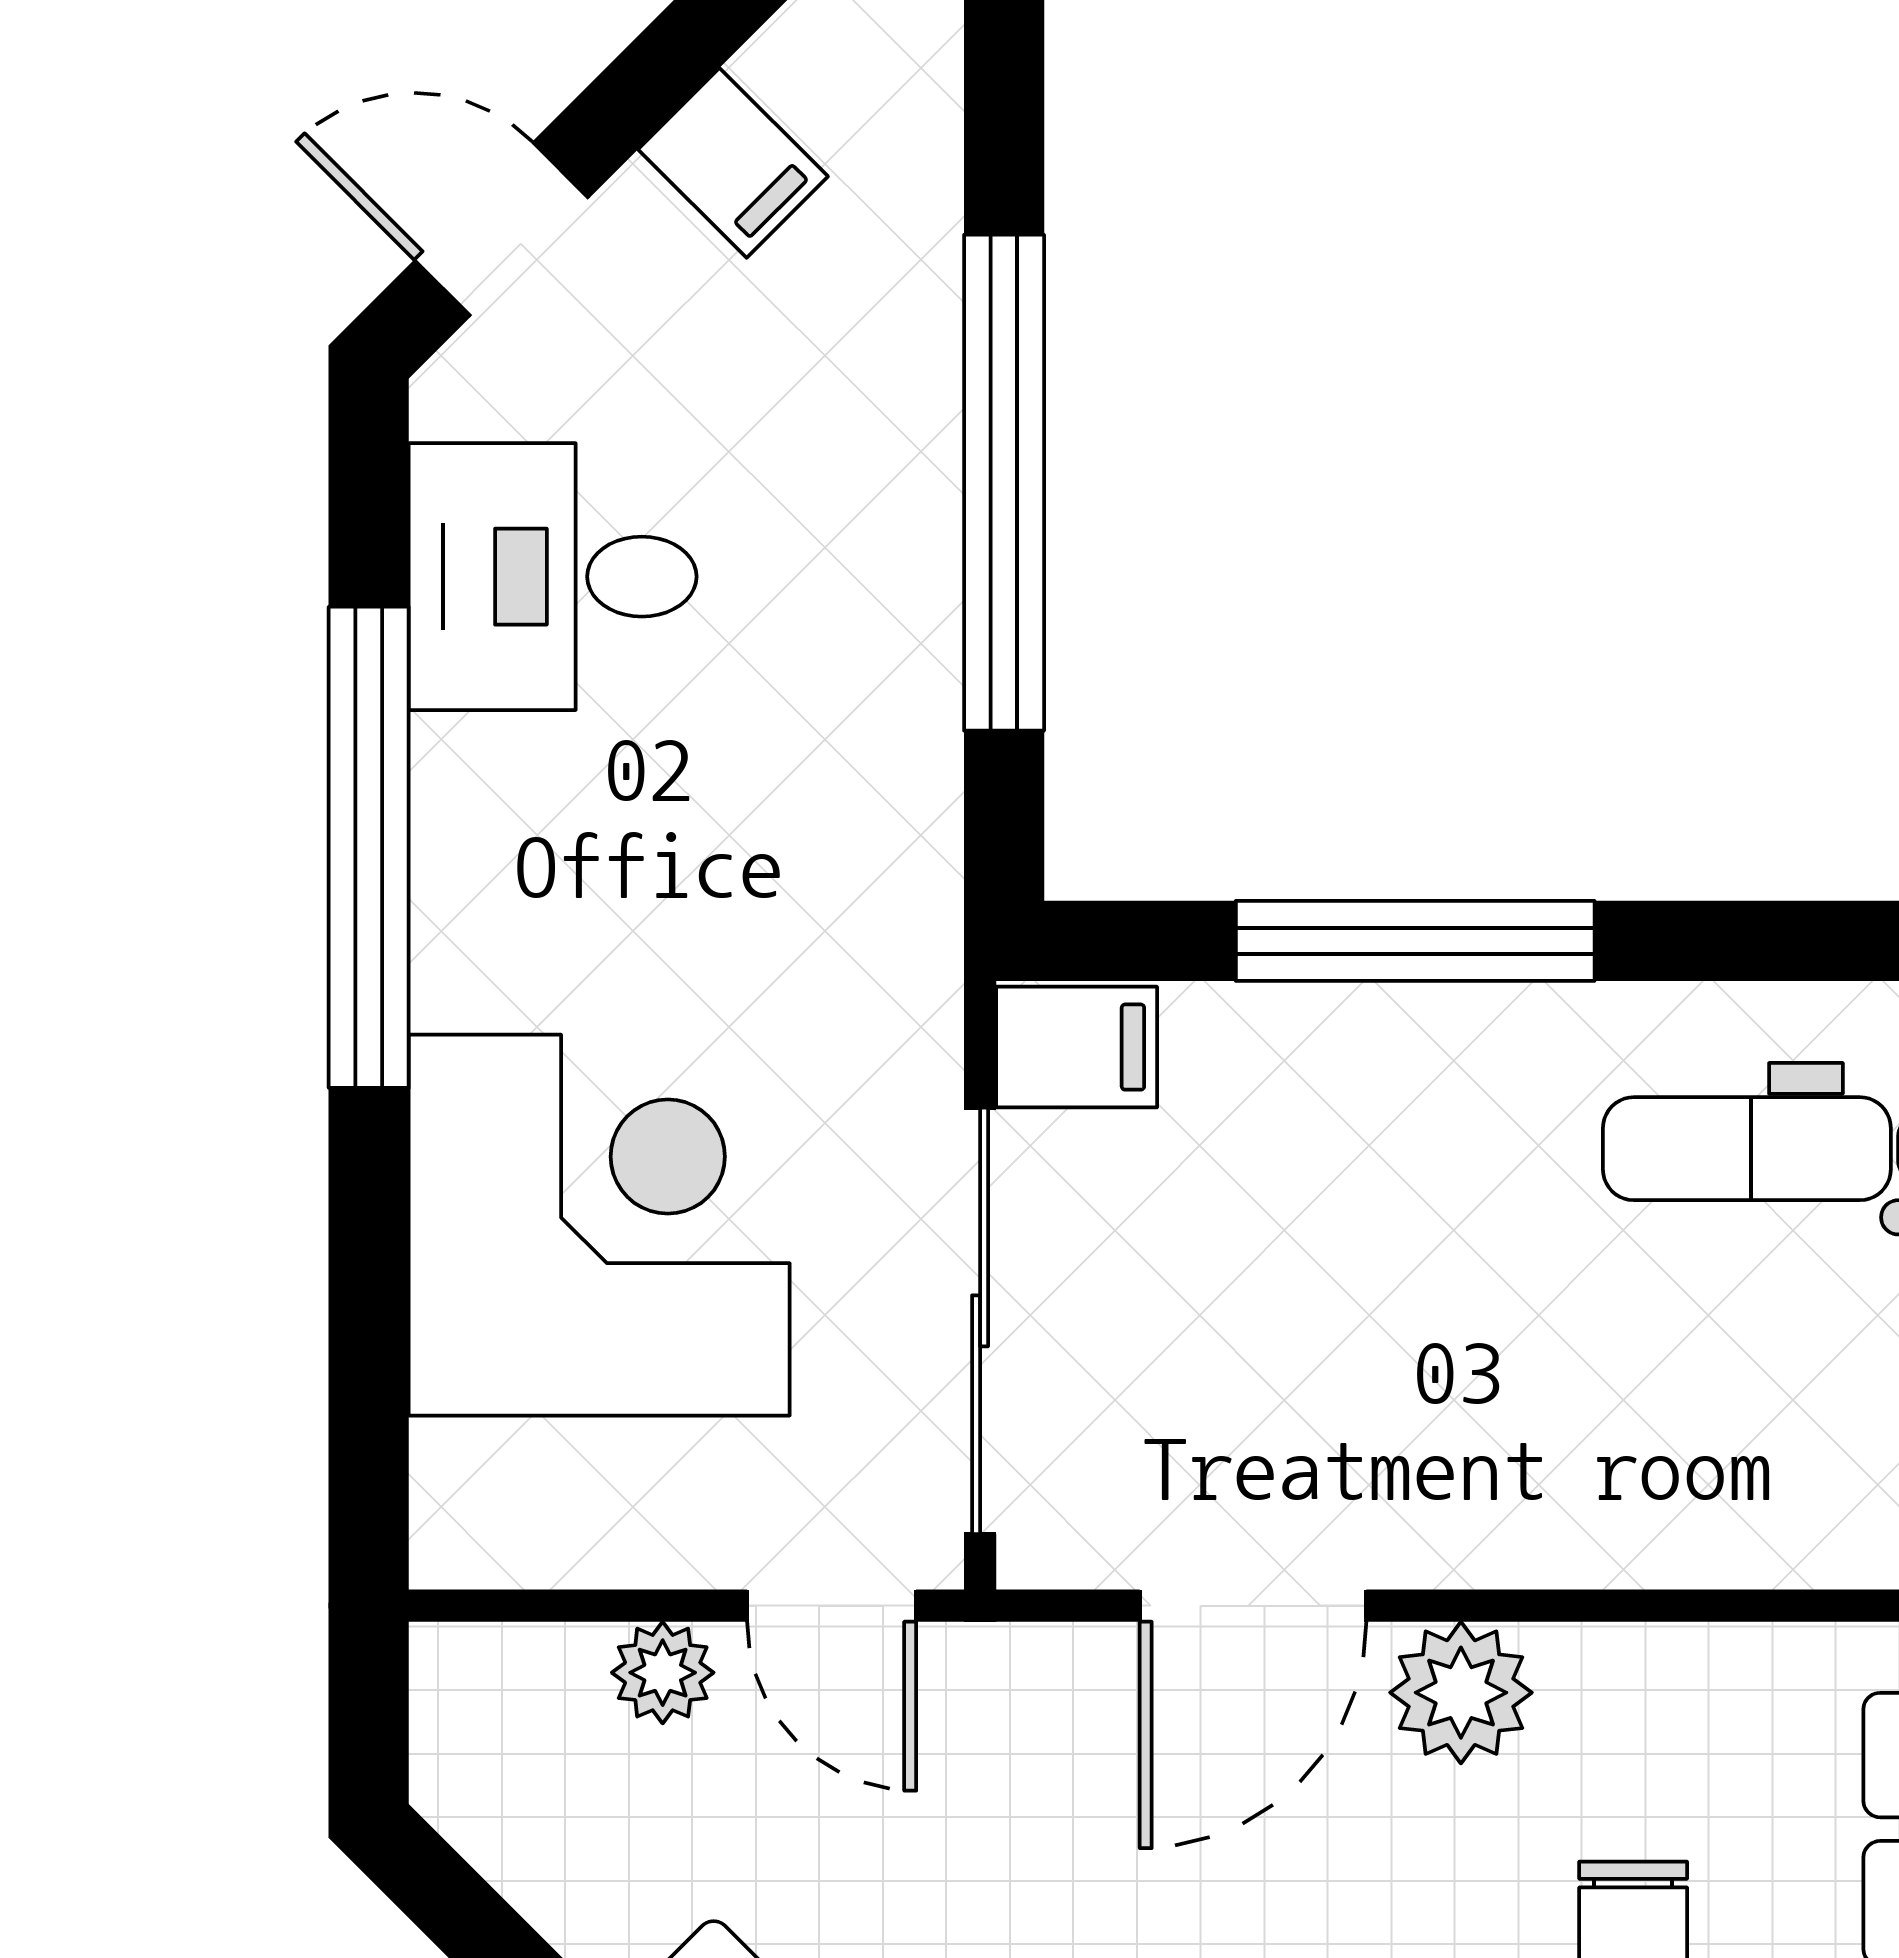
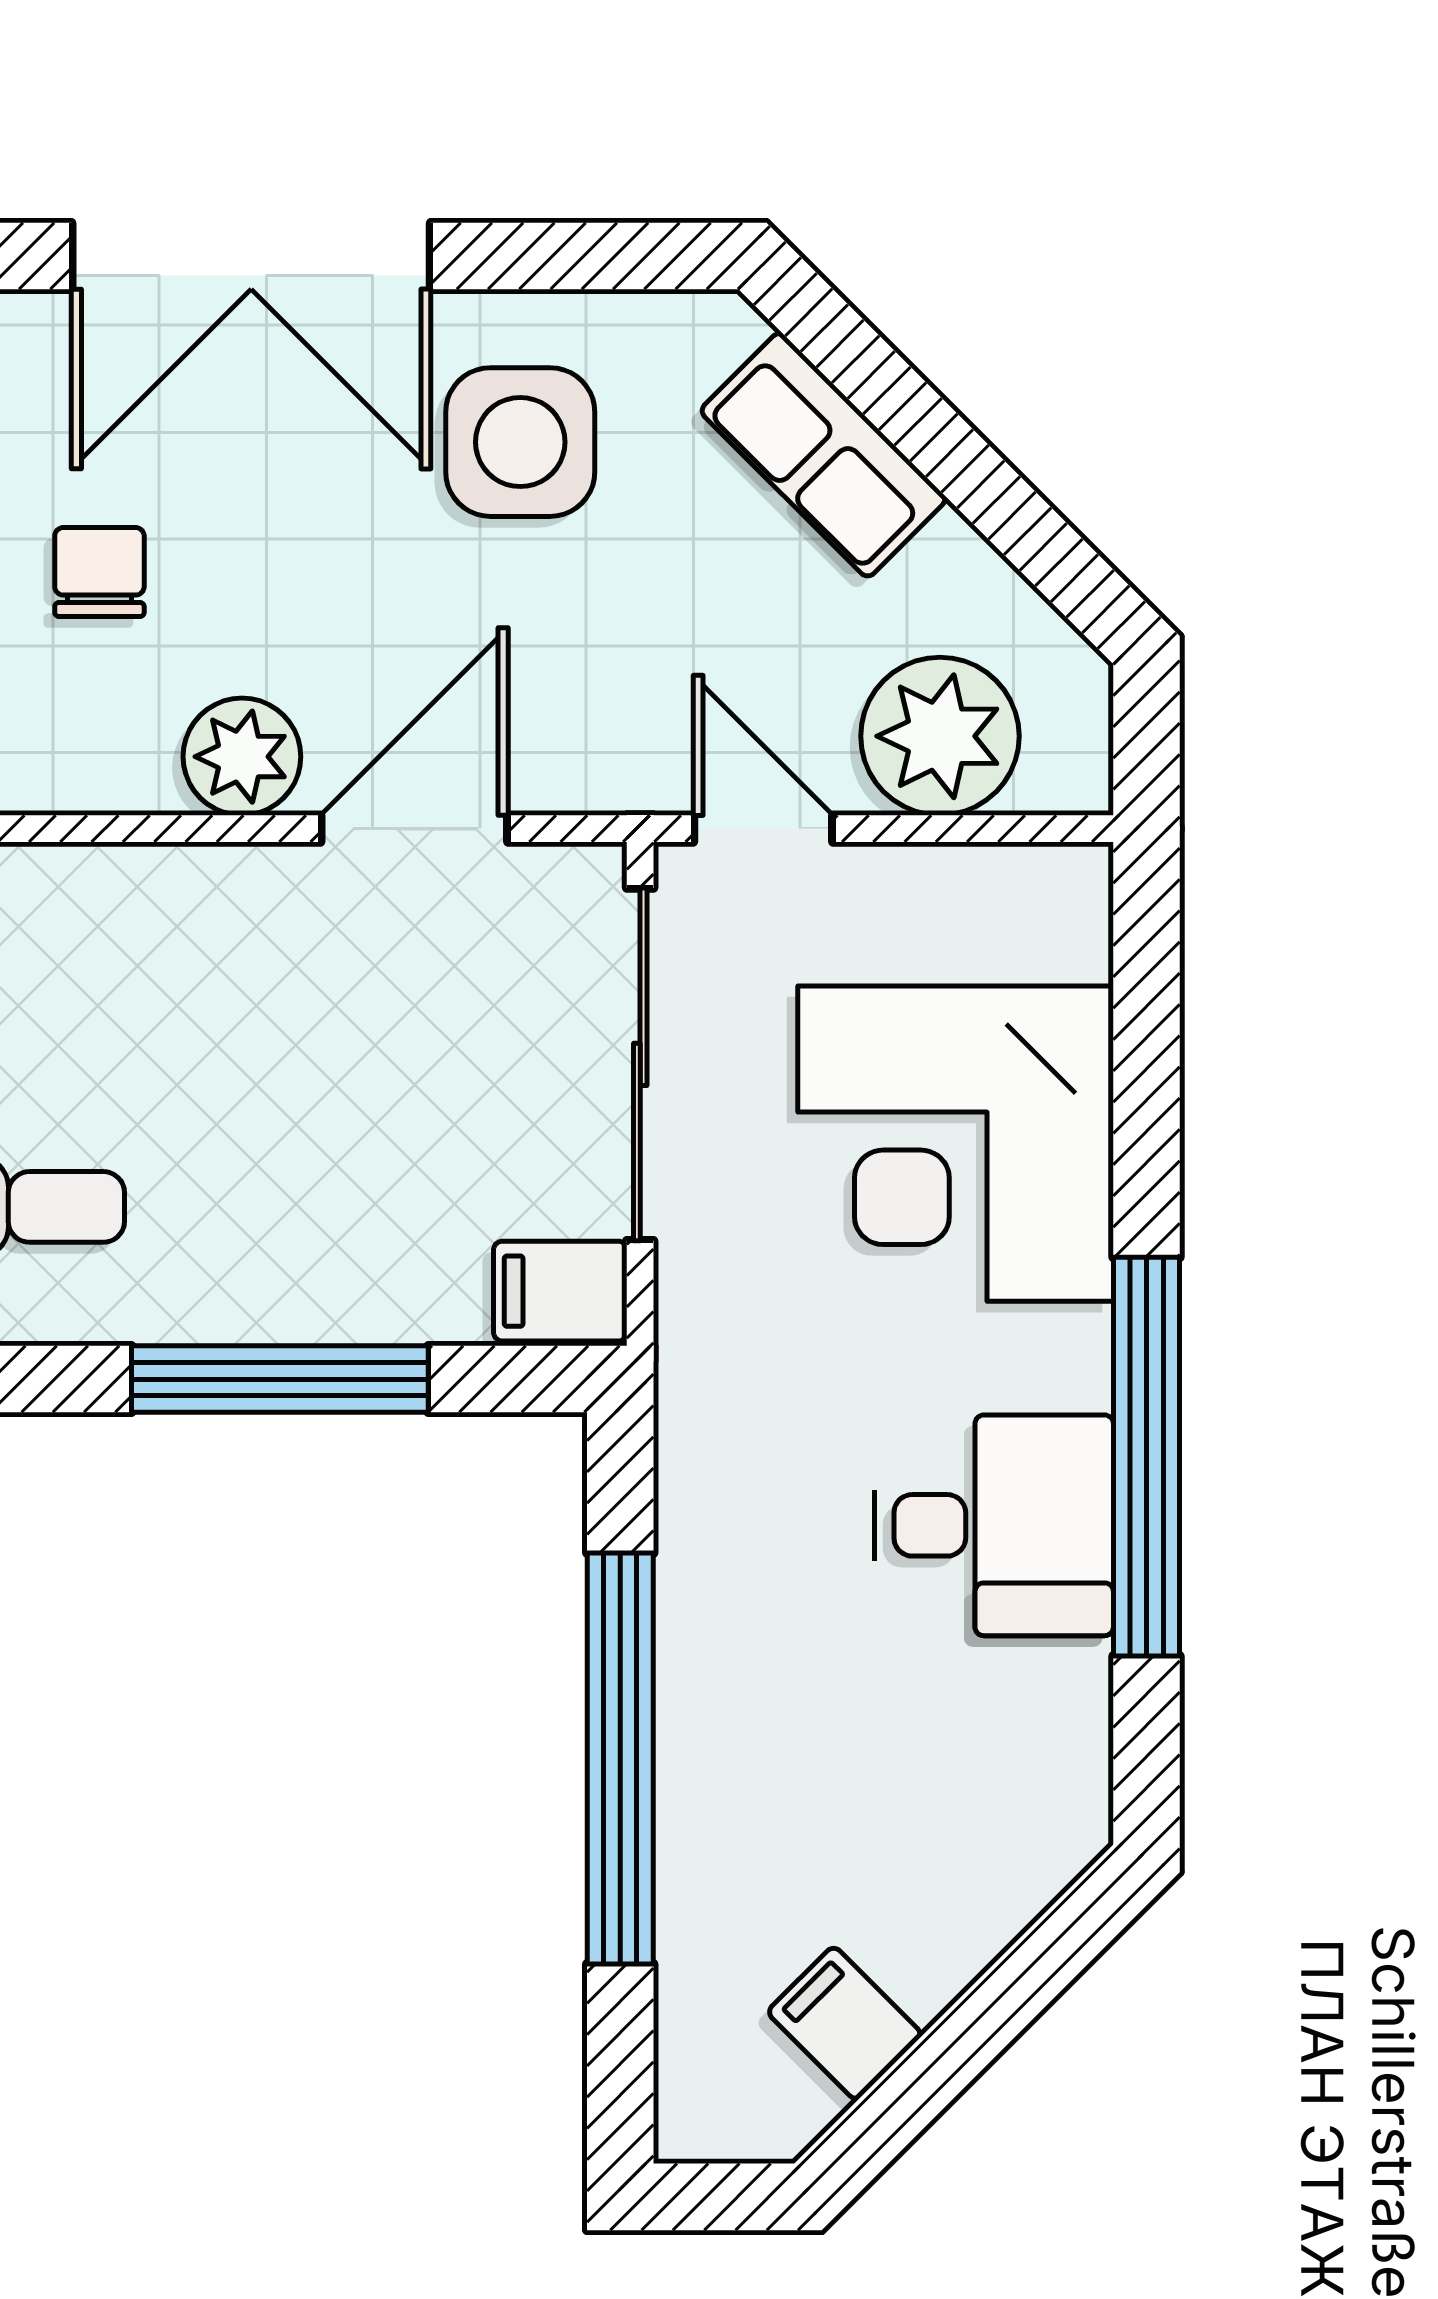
door: (502, 229) -> (1036, 1968), removed
desk: (553, 577) -> (994, 1525), moved
plant: (663, 1673) -> (940, 736), width x1.87, depth x1.87

